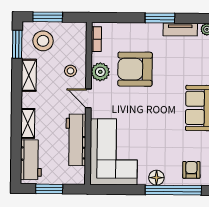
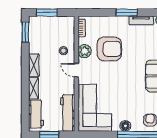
stool: (43, 41) -> (44, 30), removed
armchair: (135, 69) -> (109, 49), turned 180
shelving: (29, 75) -> (34, 65), moved
workbench: (76, 140) -> (68, 113), moved

